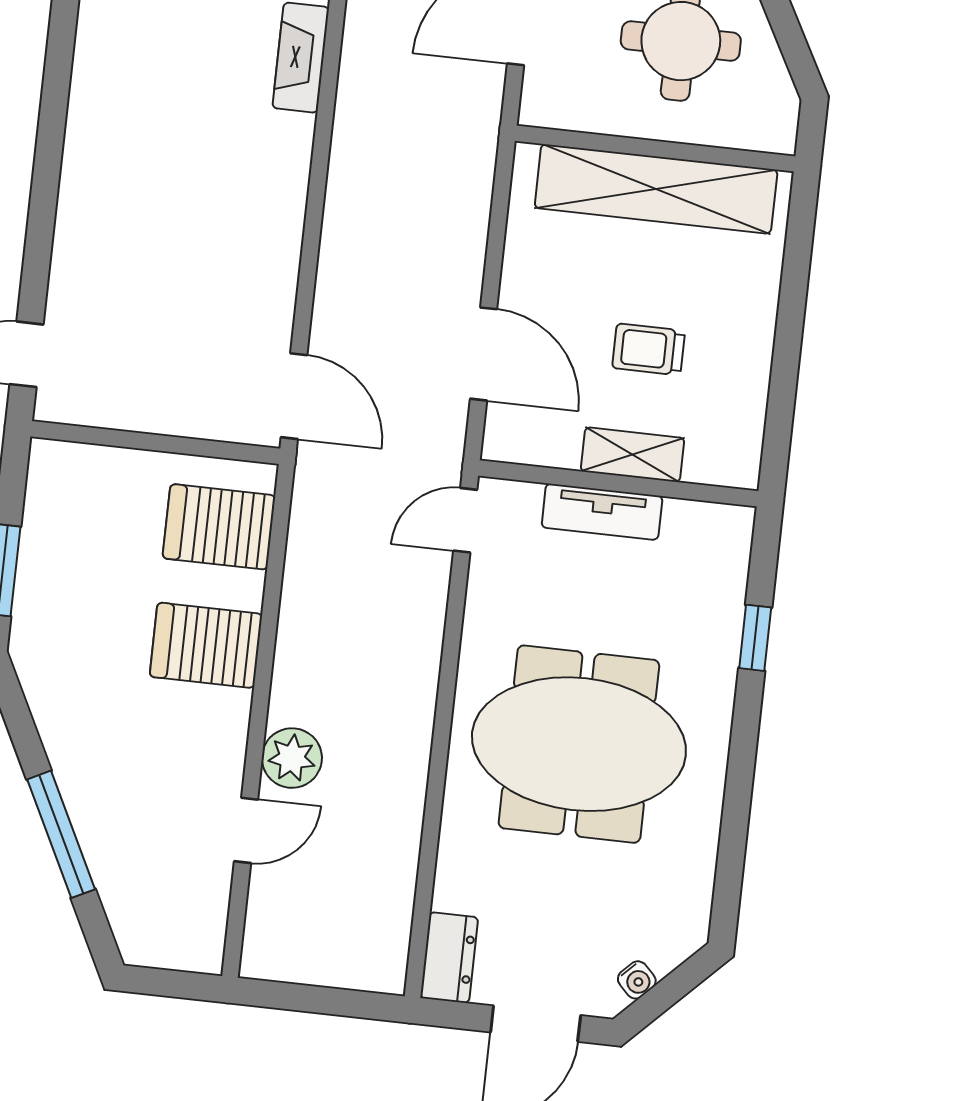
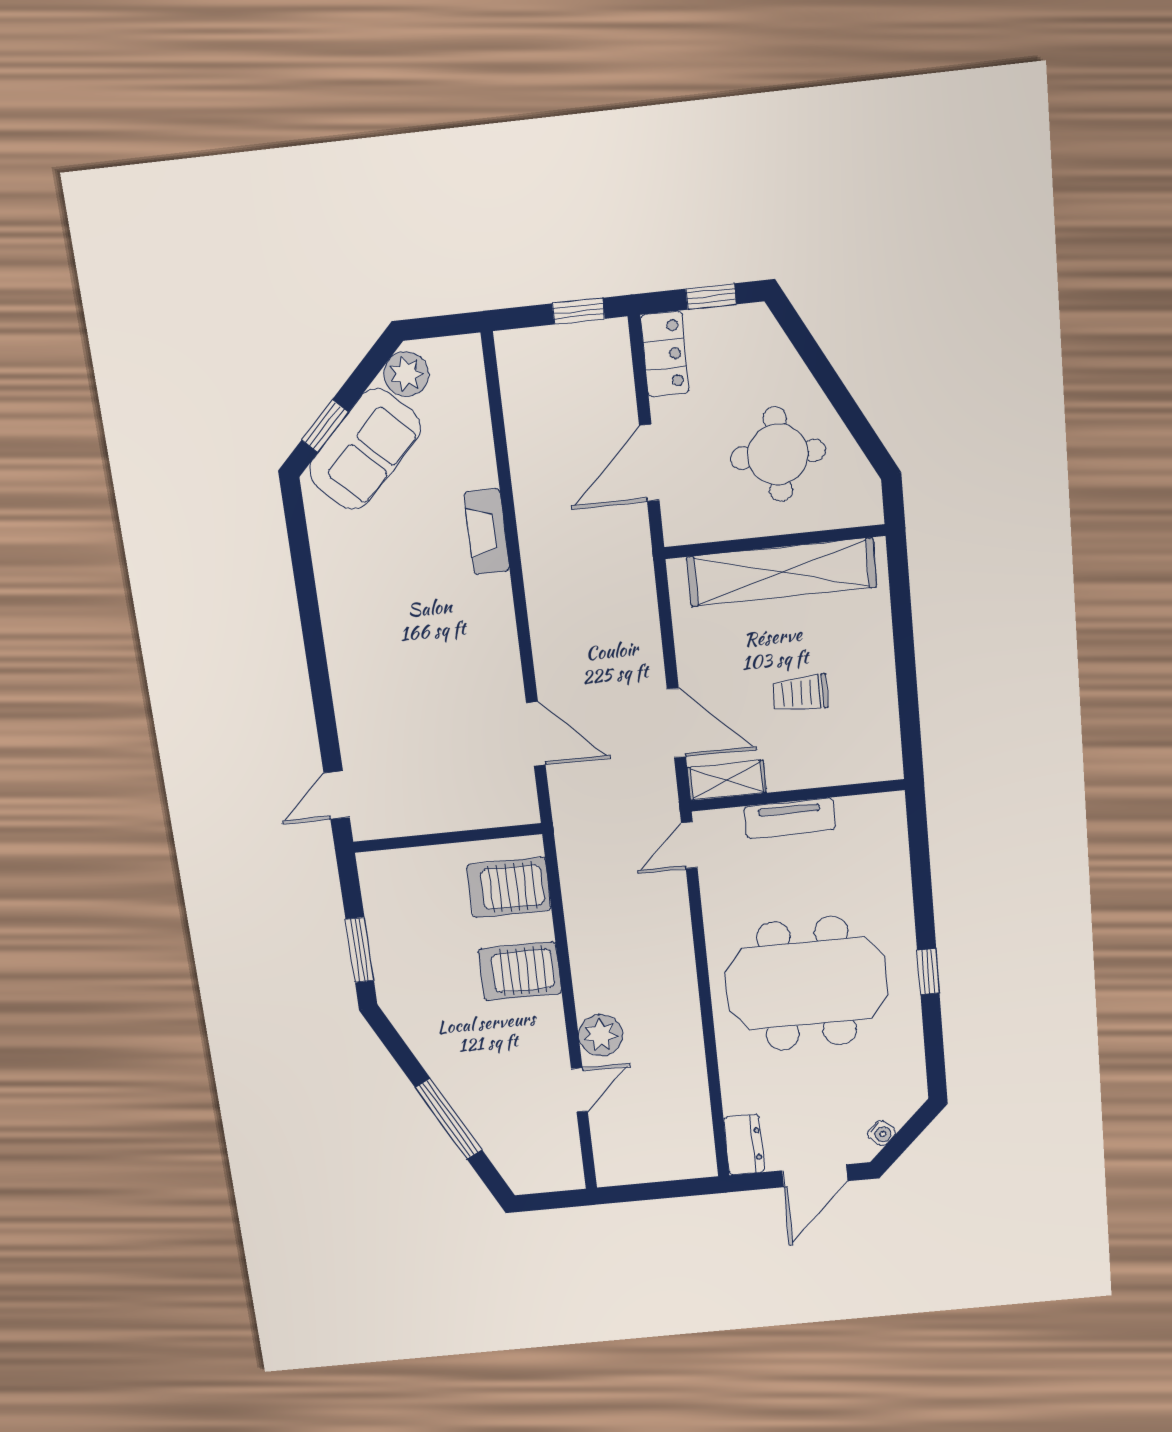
door: (294, 396) -> (536, 734), moved
shelving: (633, 455) -> (727, 780), moved
window: (755, 638) -> (928, 972), moved

